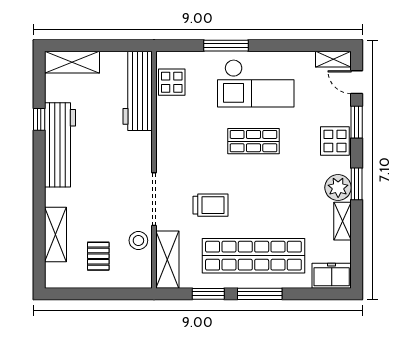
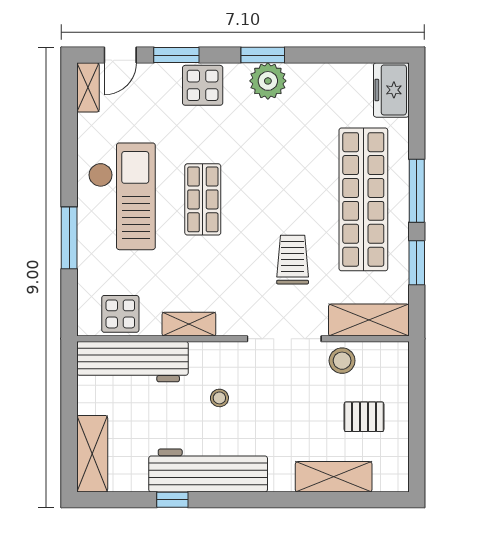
stool: (112, 153) -> (219, 398), added
shelving: (342, 221) -> (189, 324), moved

